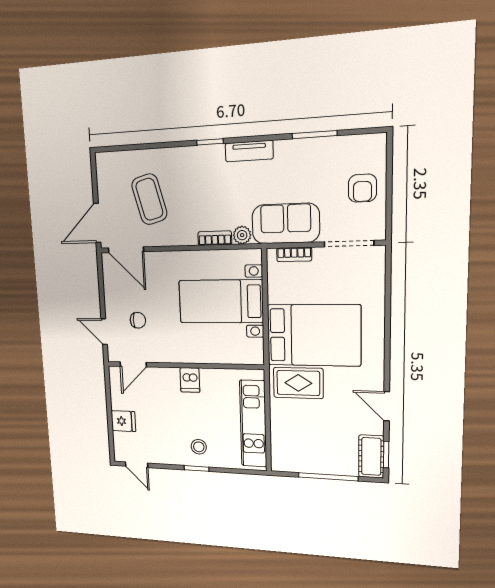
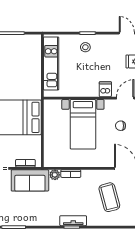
tv unit: (249, 151) -> (73, 221), moved
bed with nightstands: (221, 301) -> (83, 124), moved, turned 90
dishwasher: (190, 380) -> (105, 89), moved
rug: (298, 383) -> (24, 89), removed

